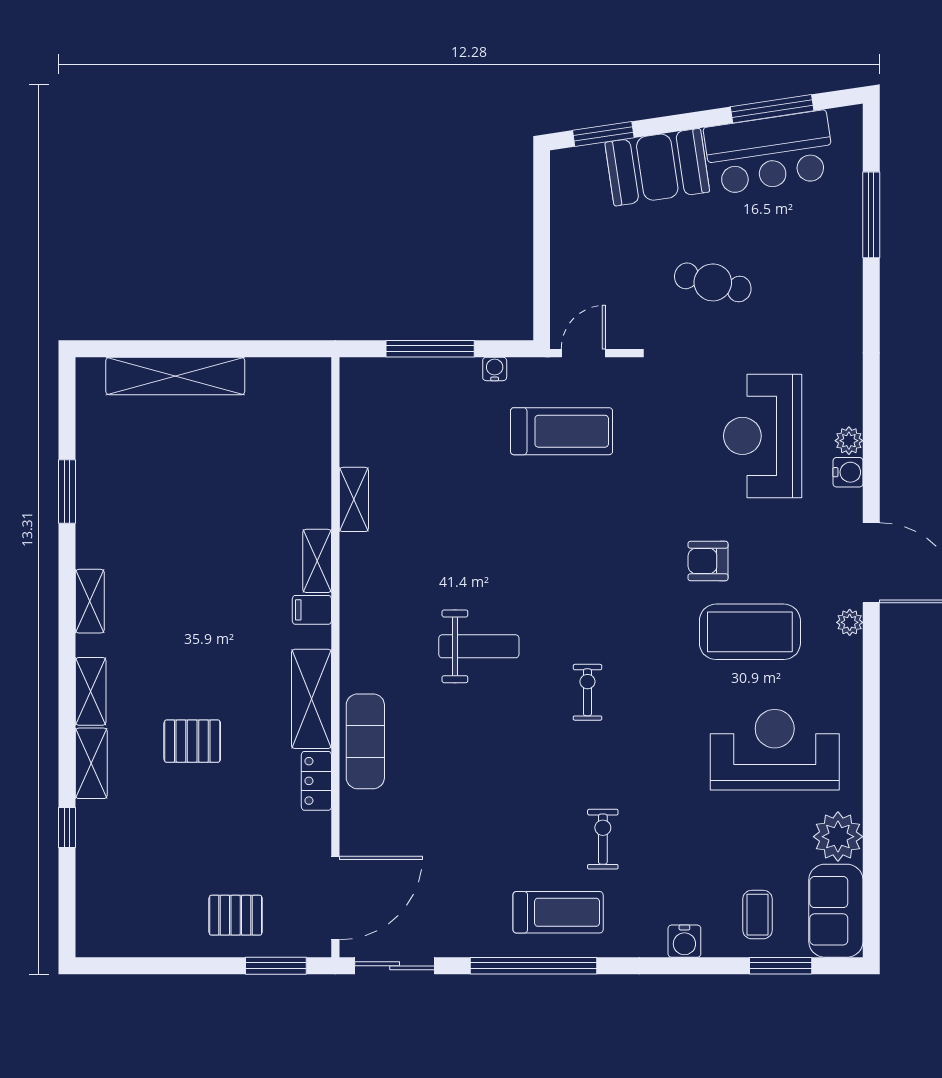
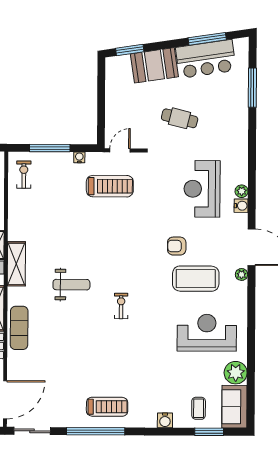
shelving: (354, 499) -> (16, 264), moved, width x1.50, depth x1.33
exercise bike: (603, 839) -> (24, 175), moved

